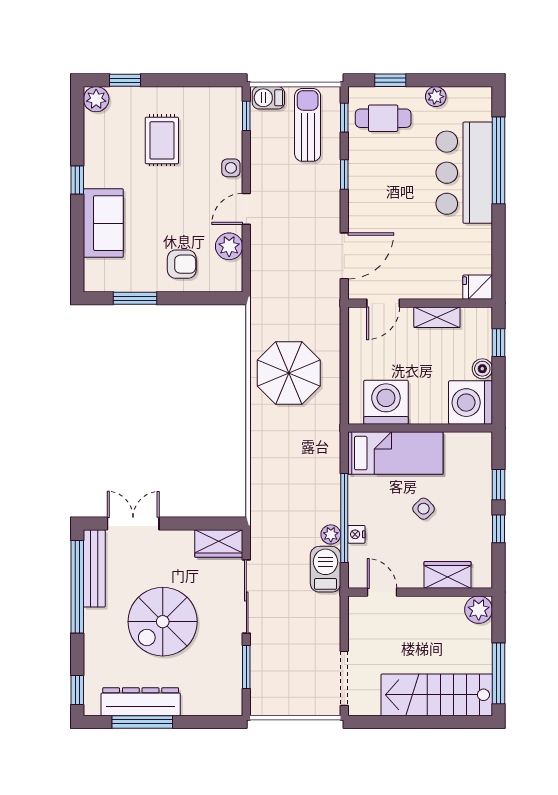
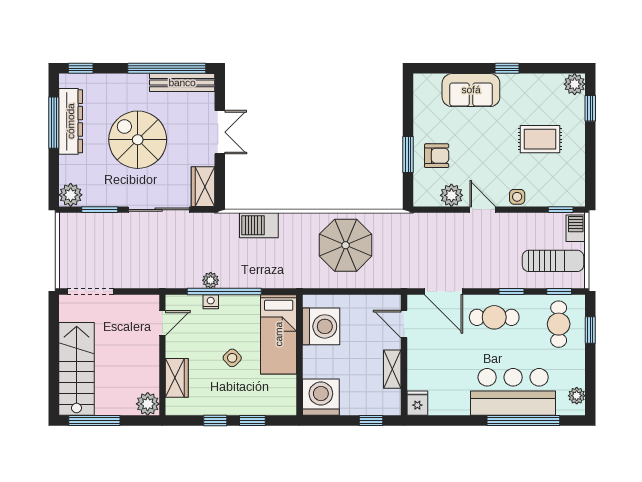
plant: (436, 97) -> (577, 396), moved
cafe table: (375, 195) -> (494, 317), added
armchair: (182, 264) -> (437, 156), turned -90
window: (135, 298) -> (408, 155), moved
boiler: (482, 369) -> (349, 407), removed
double door: (133, 524) -> (220, 132), moved
barbecue: (326, 569) -> (259, 225), moved, turned 180
plant: (229, 702) -> (71, 195), added

